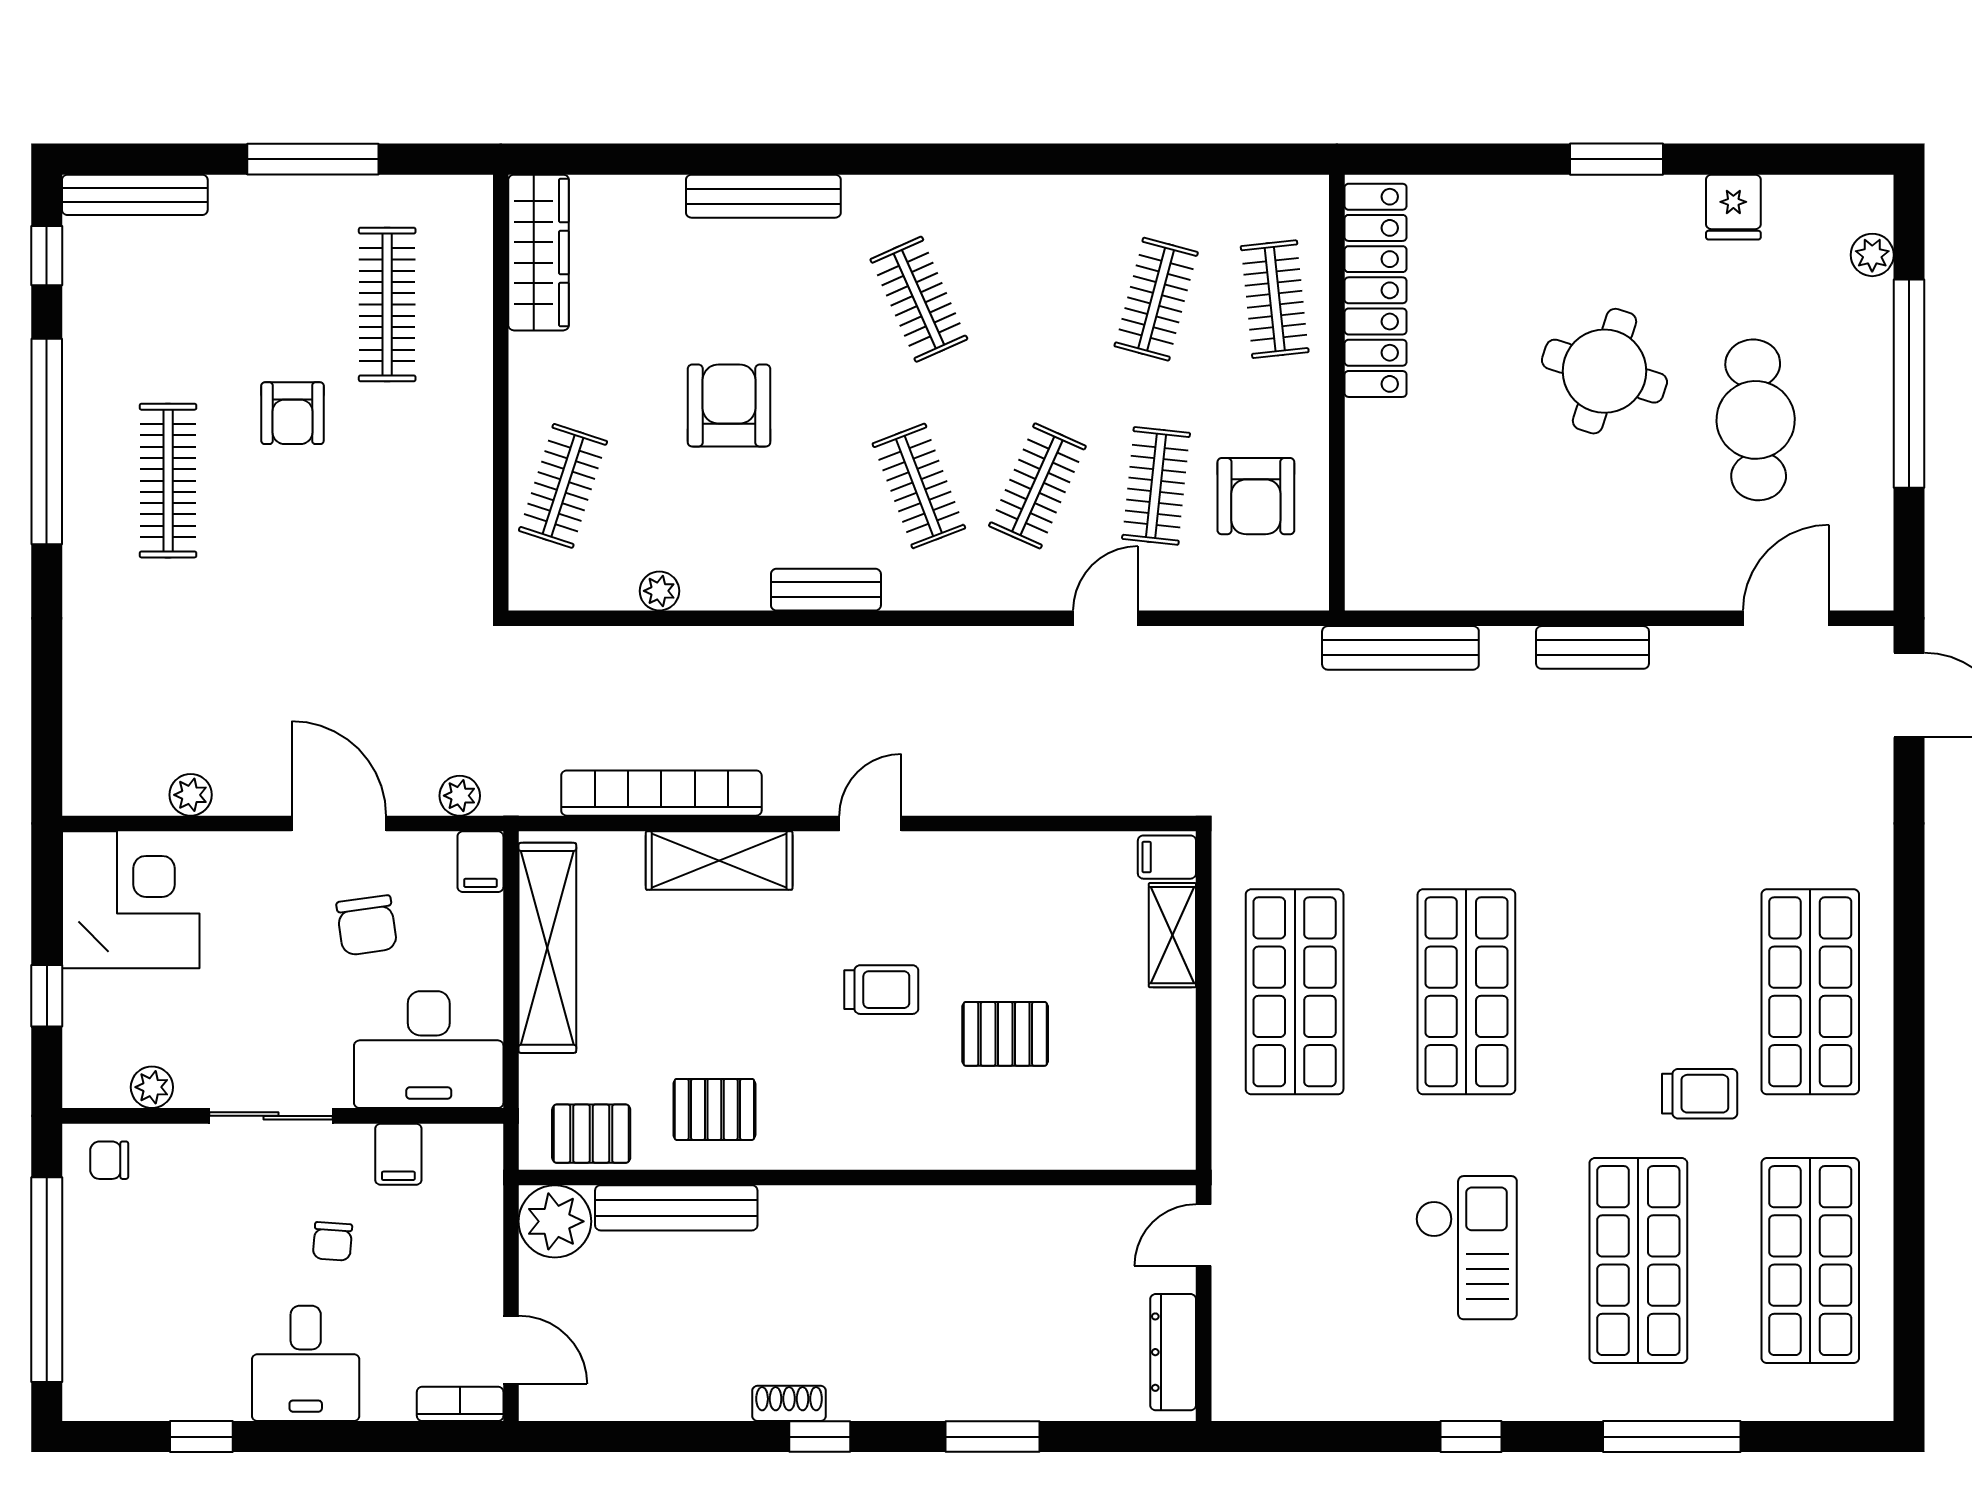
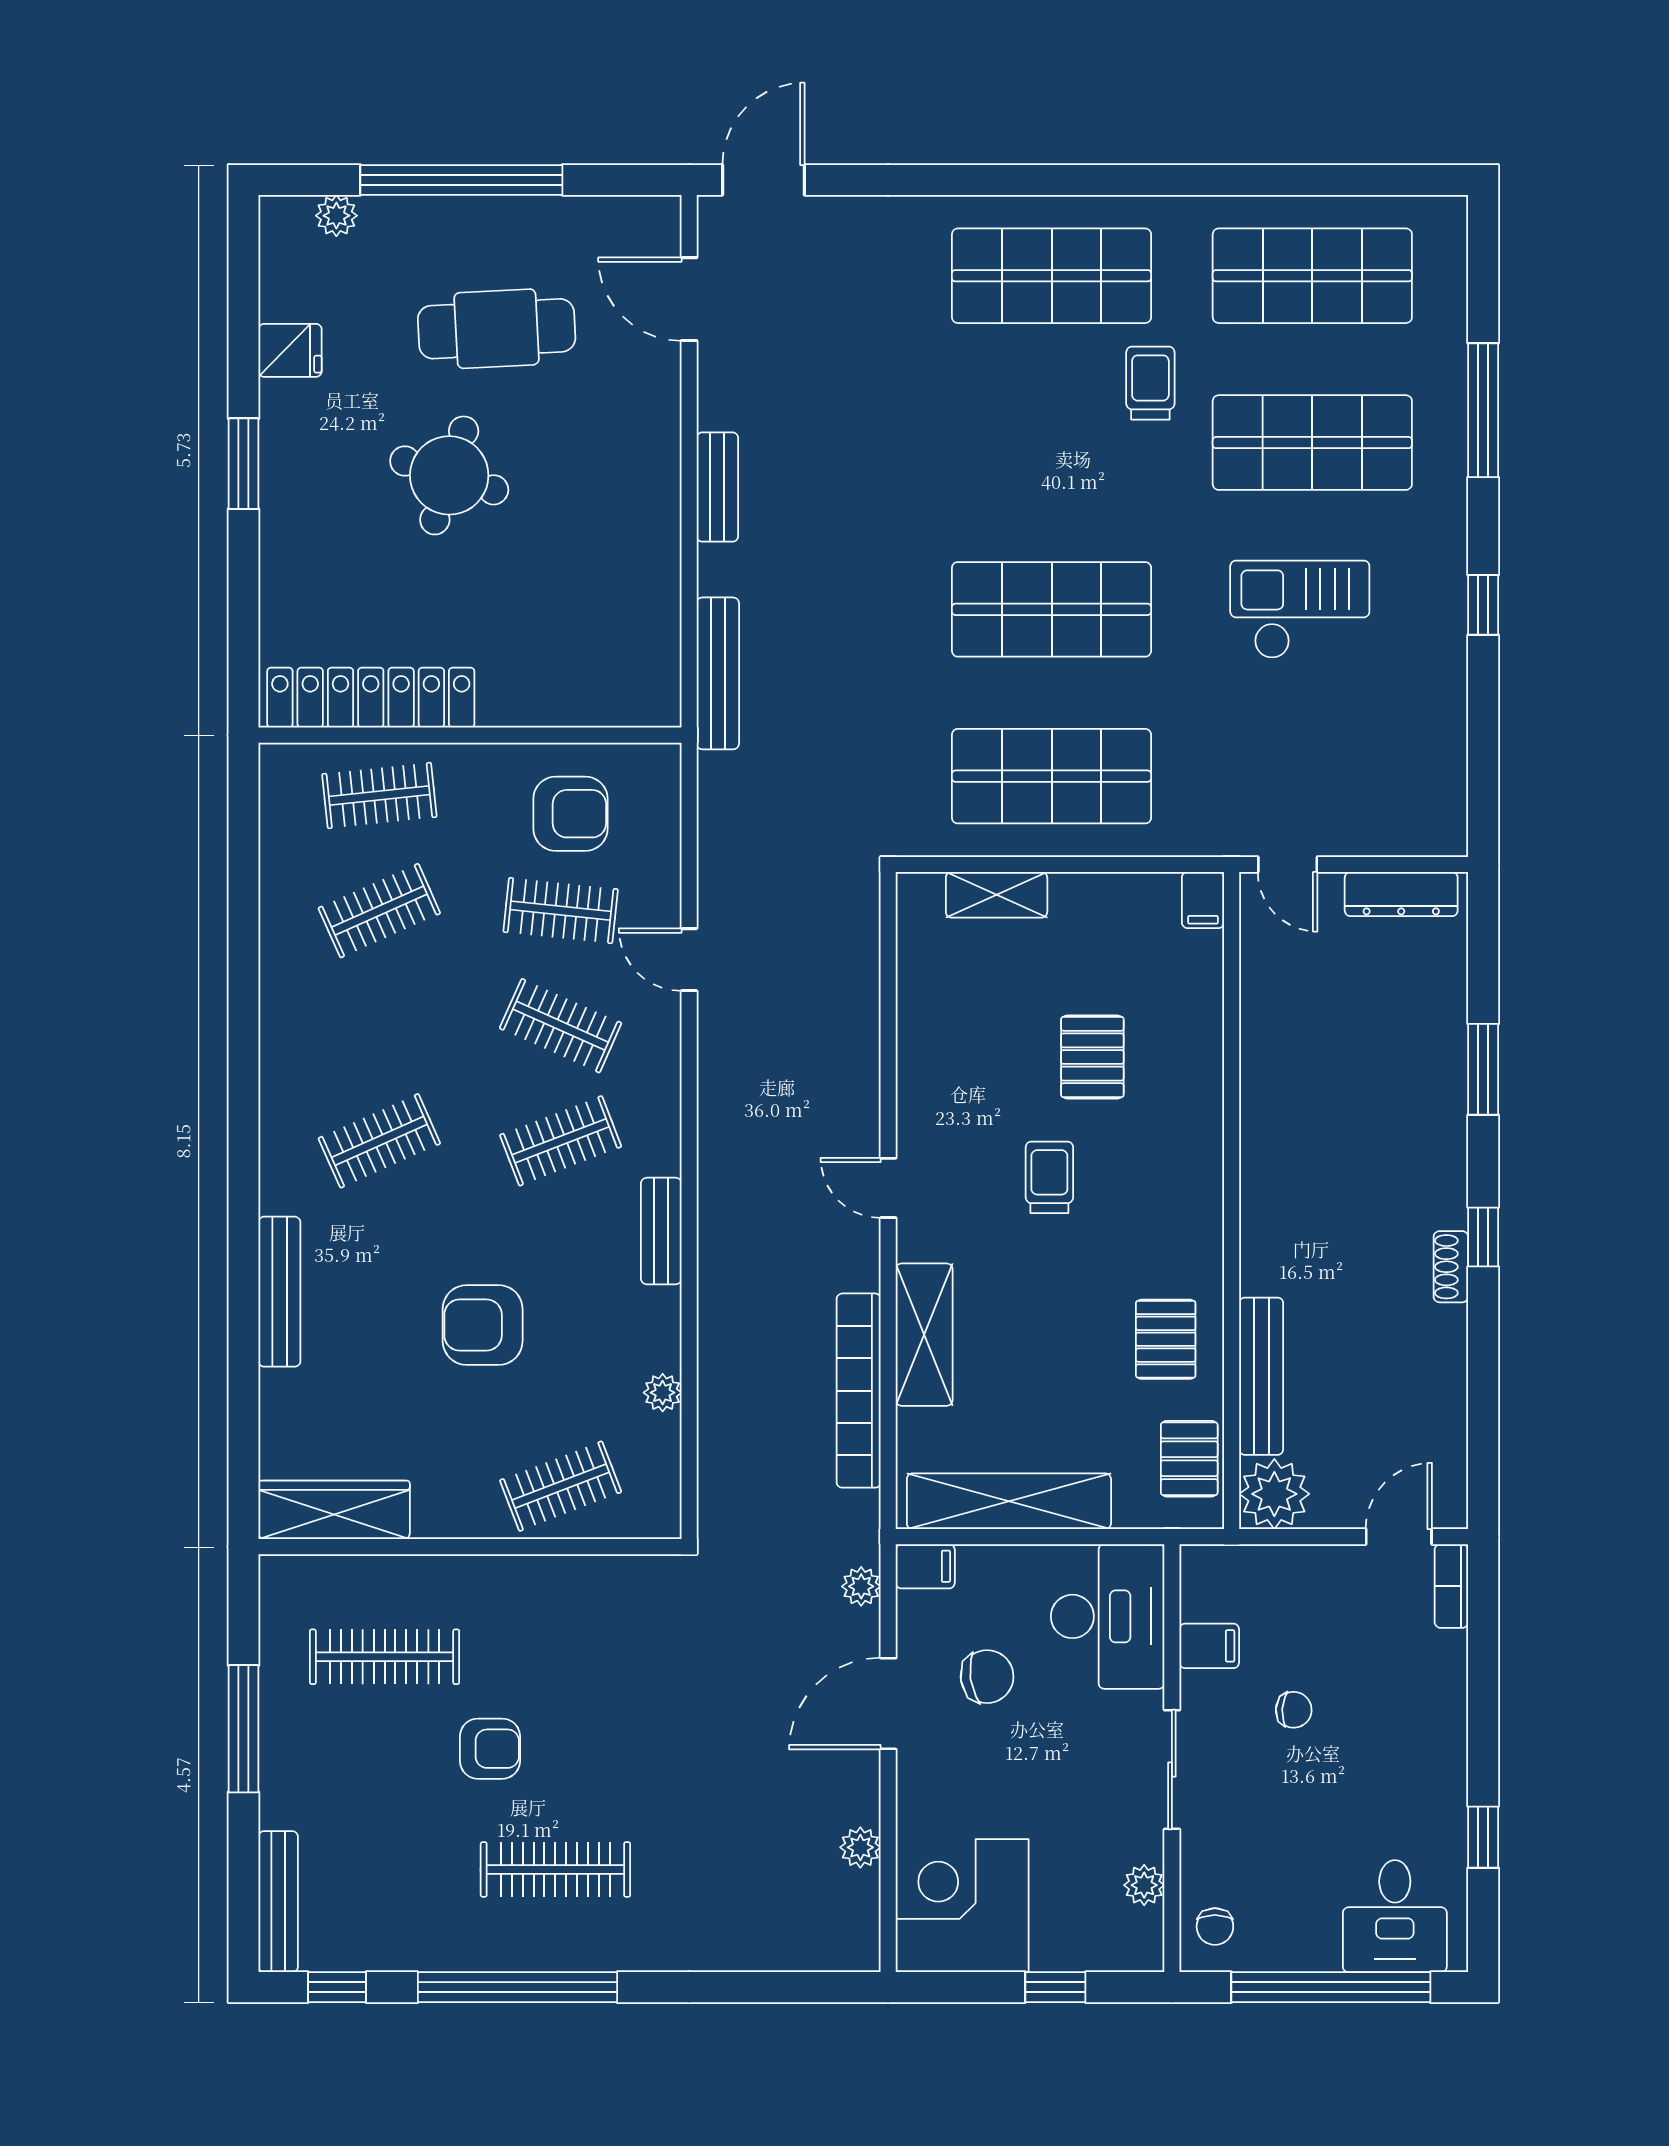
clothes rail: (1156, 299) -> (379, 911), turned -39
clothes rail: (563, 486) -> (561, 1486), turned -39
filing cabinet: (1167, 857) -> (1203, 900), moved
desk: (306, 1363) -> (1395, 1916), moved, turned 90

